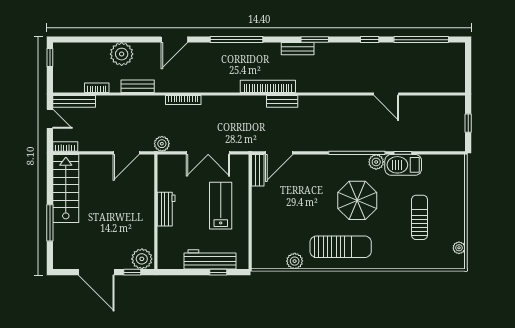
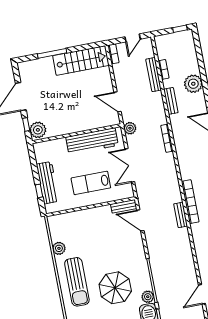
bench: (74, 101) -> (154, 75), moved
lab bench: (221, 206) -> (91, 183), turned 180
workbench: (166, 209) -> (92, 141), width x1.88, depth x1.32

